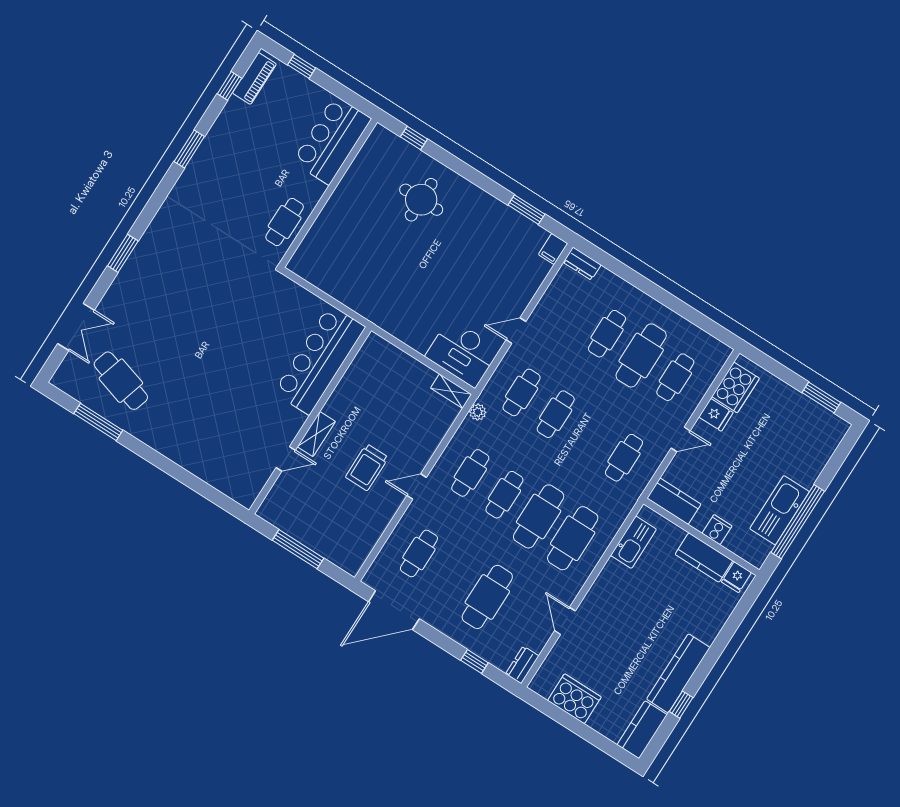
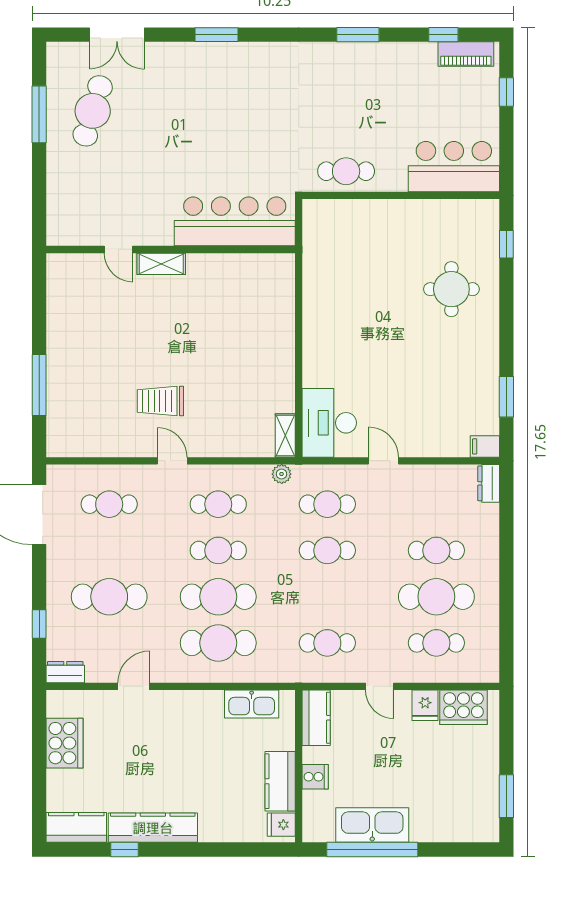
bar counter: (320, 360) -> (235, 221), moved
wall: (310, 420) -> (171, 249), moved
shelving: (316, 434) -> (161, 264), moved
door: (286, 459) -> (119, 249), moved

